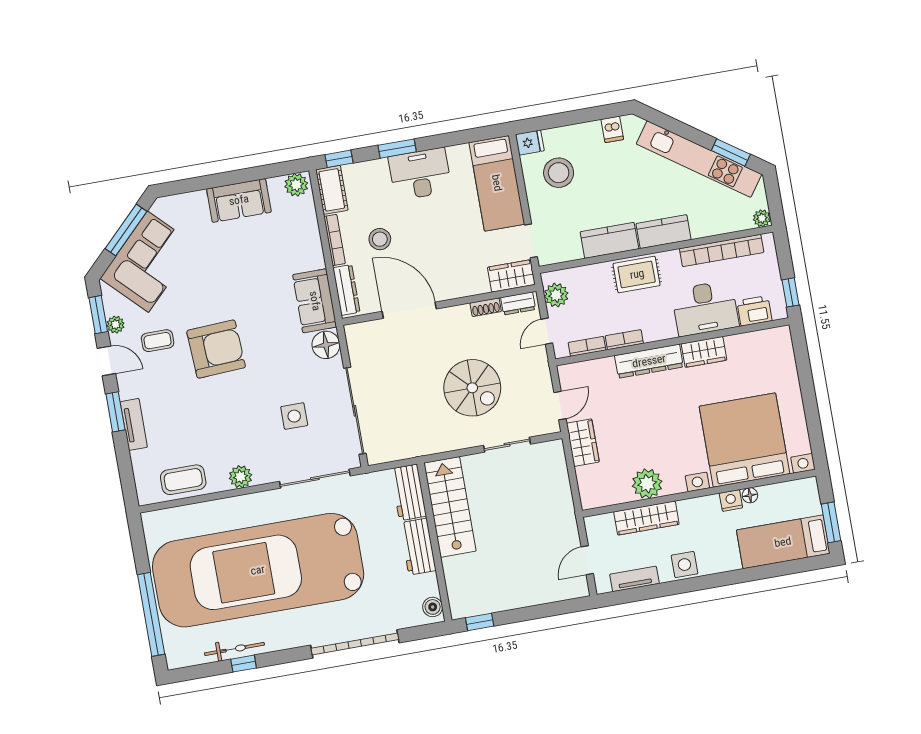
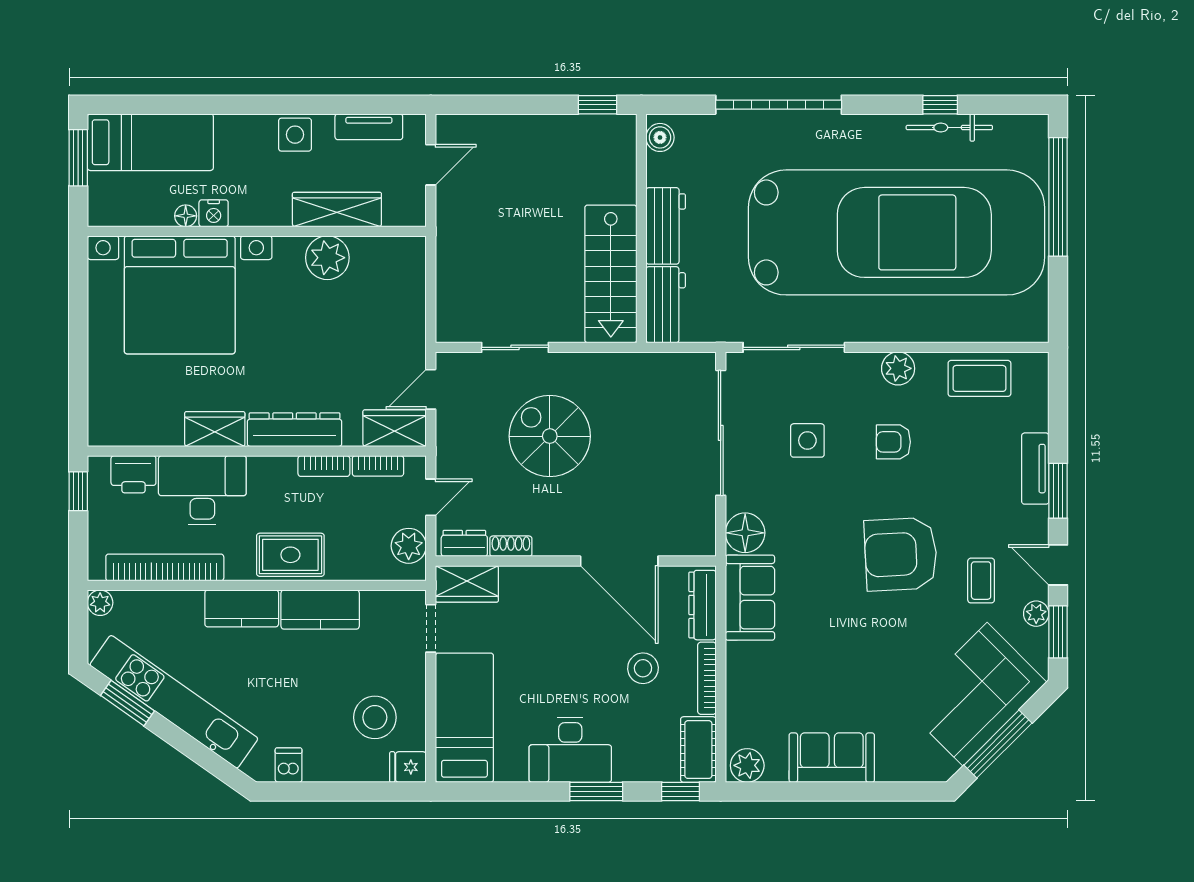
coffee table: (158, 341) -> (981, 581), turned 90
armchair: (235, 426) -> (893, 442), added
wardrobe: (583, 443) -> (395, 428), moved, turned 90

